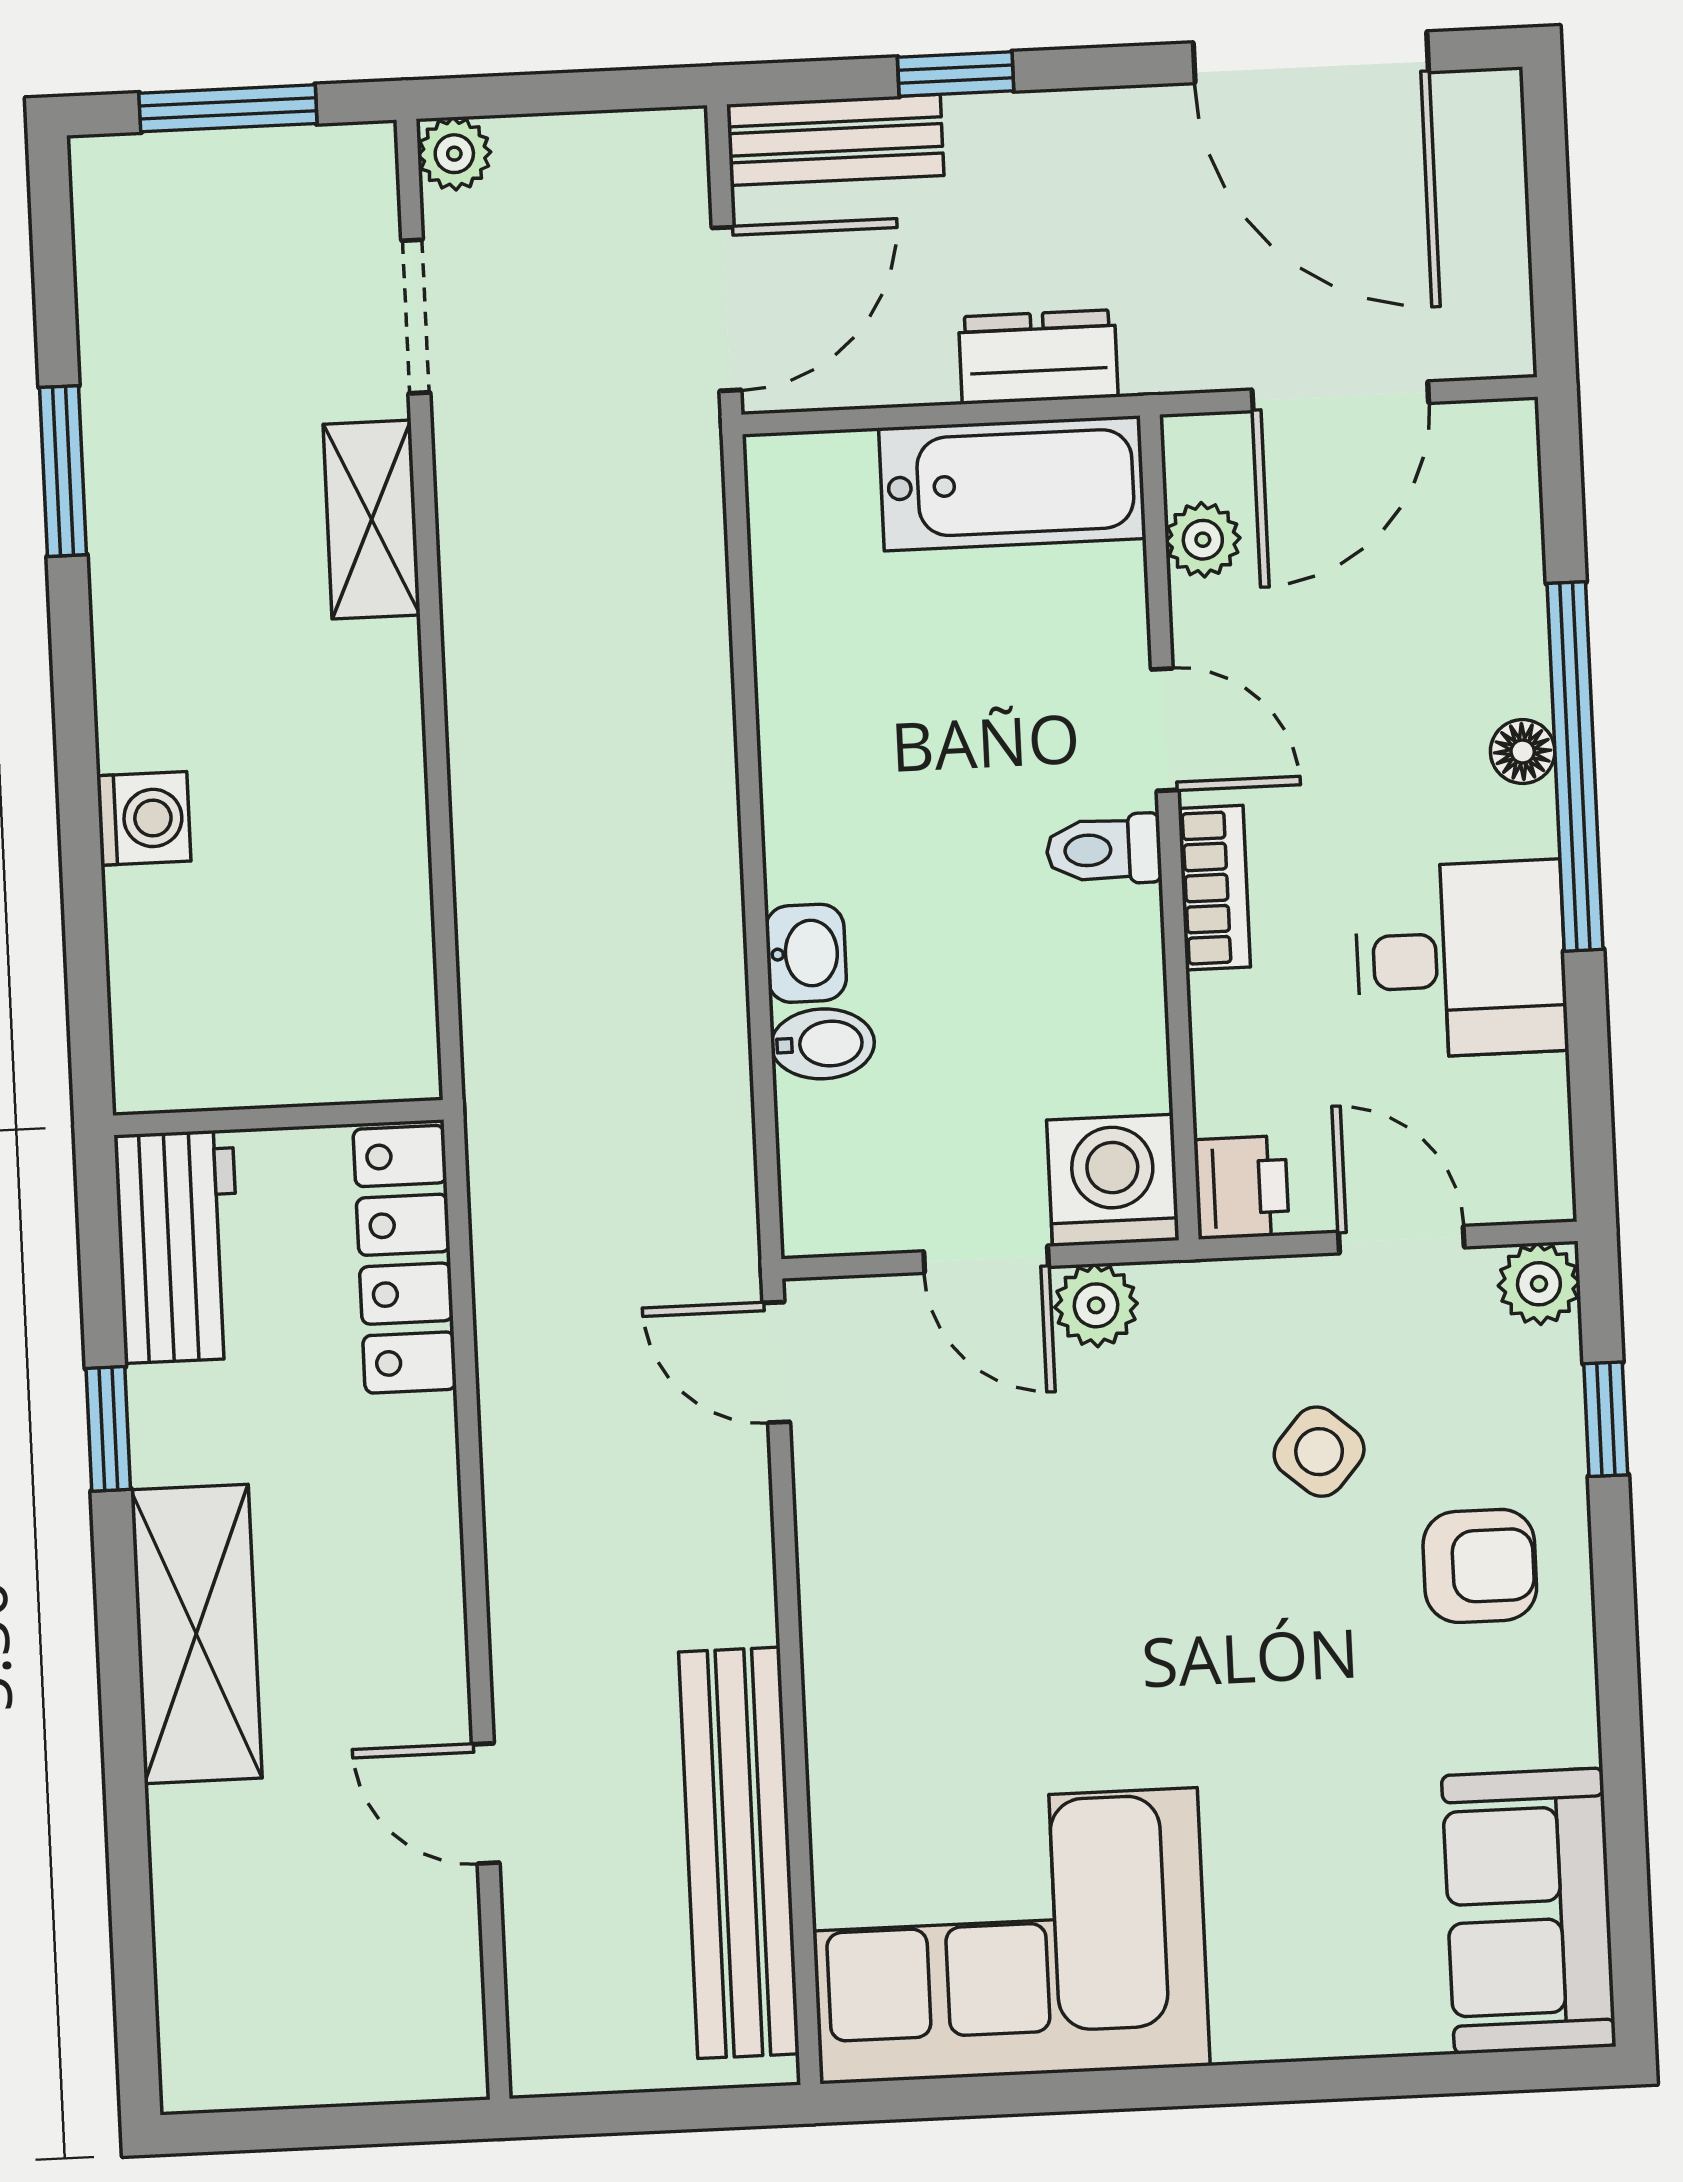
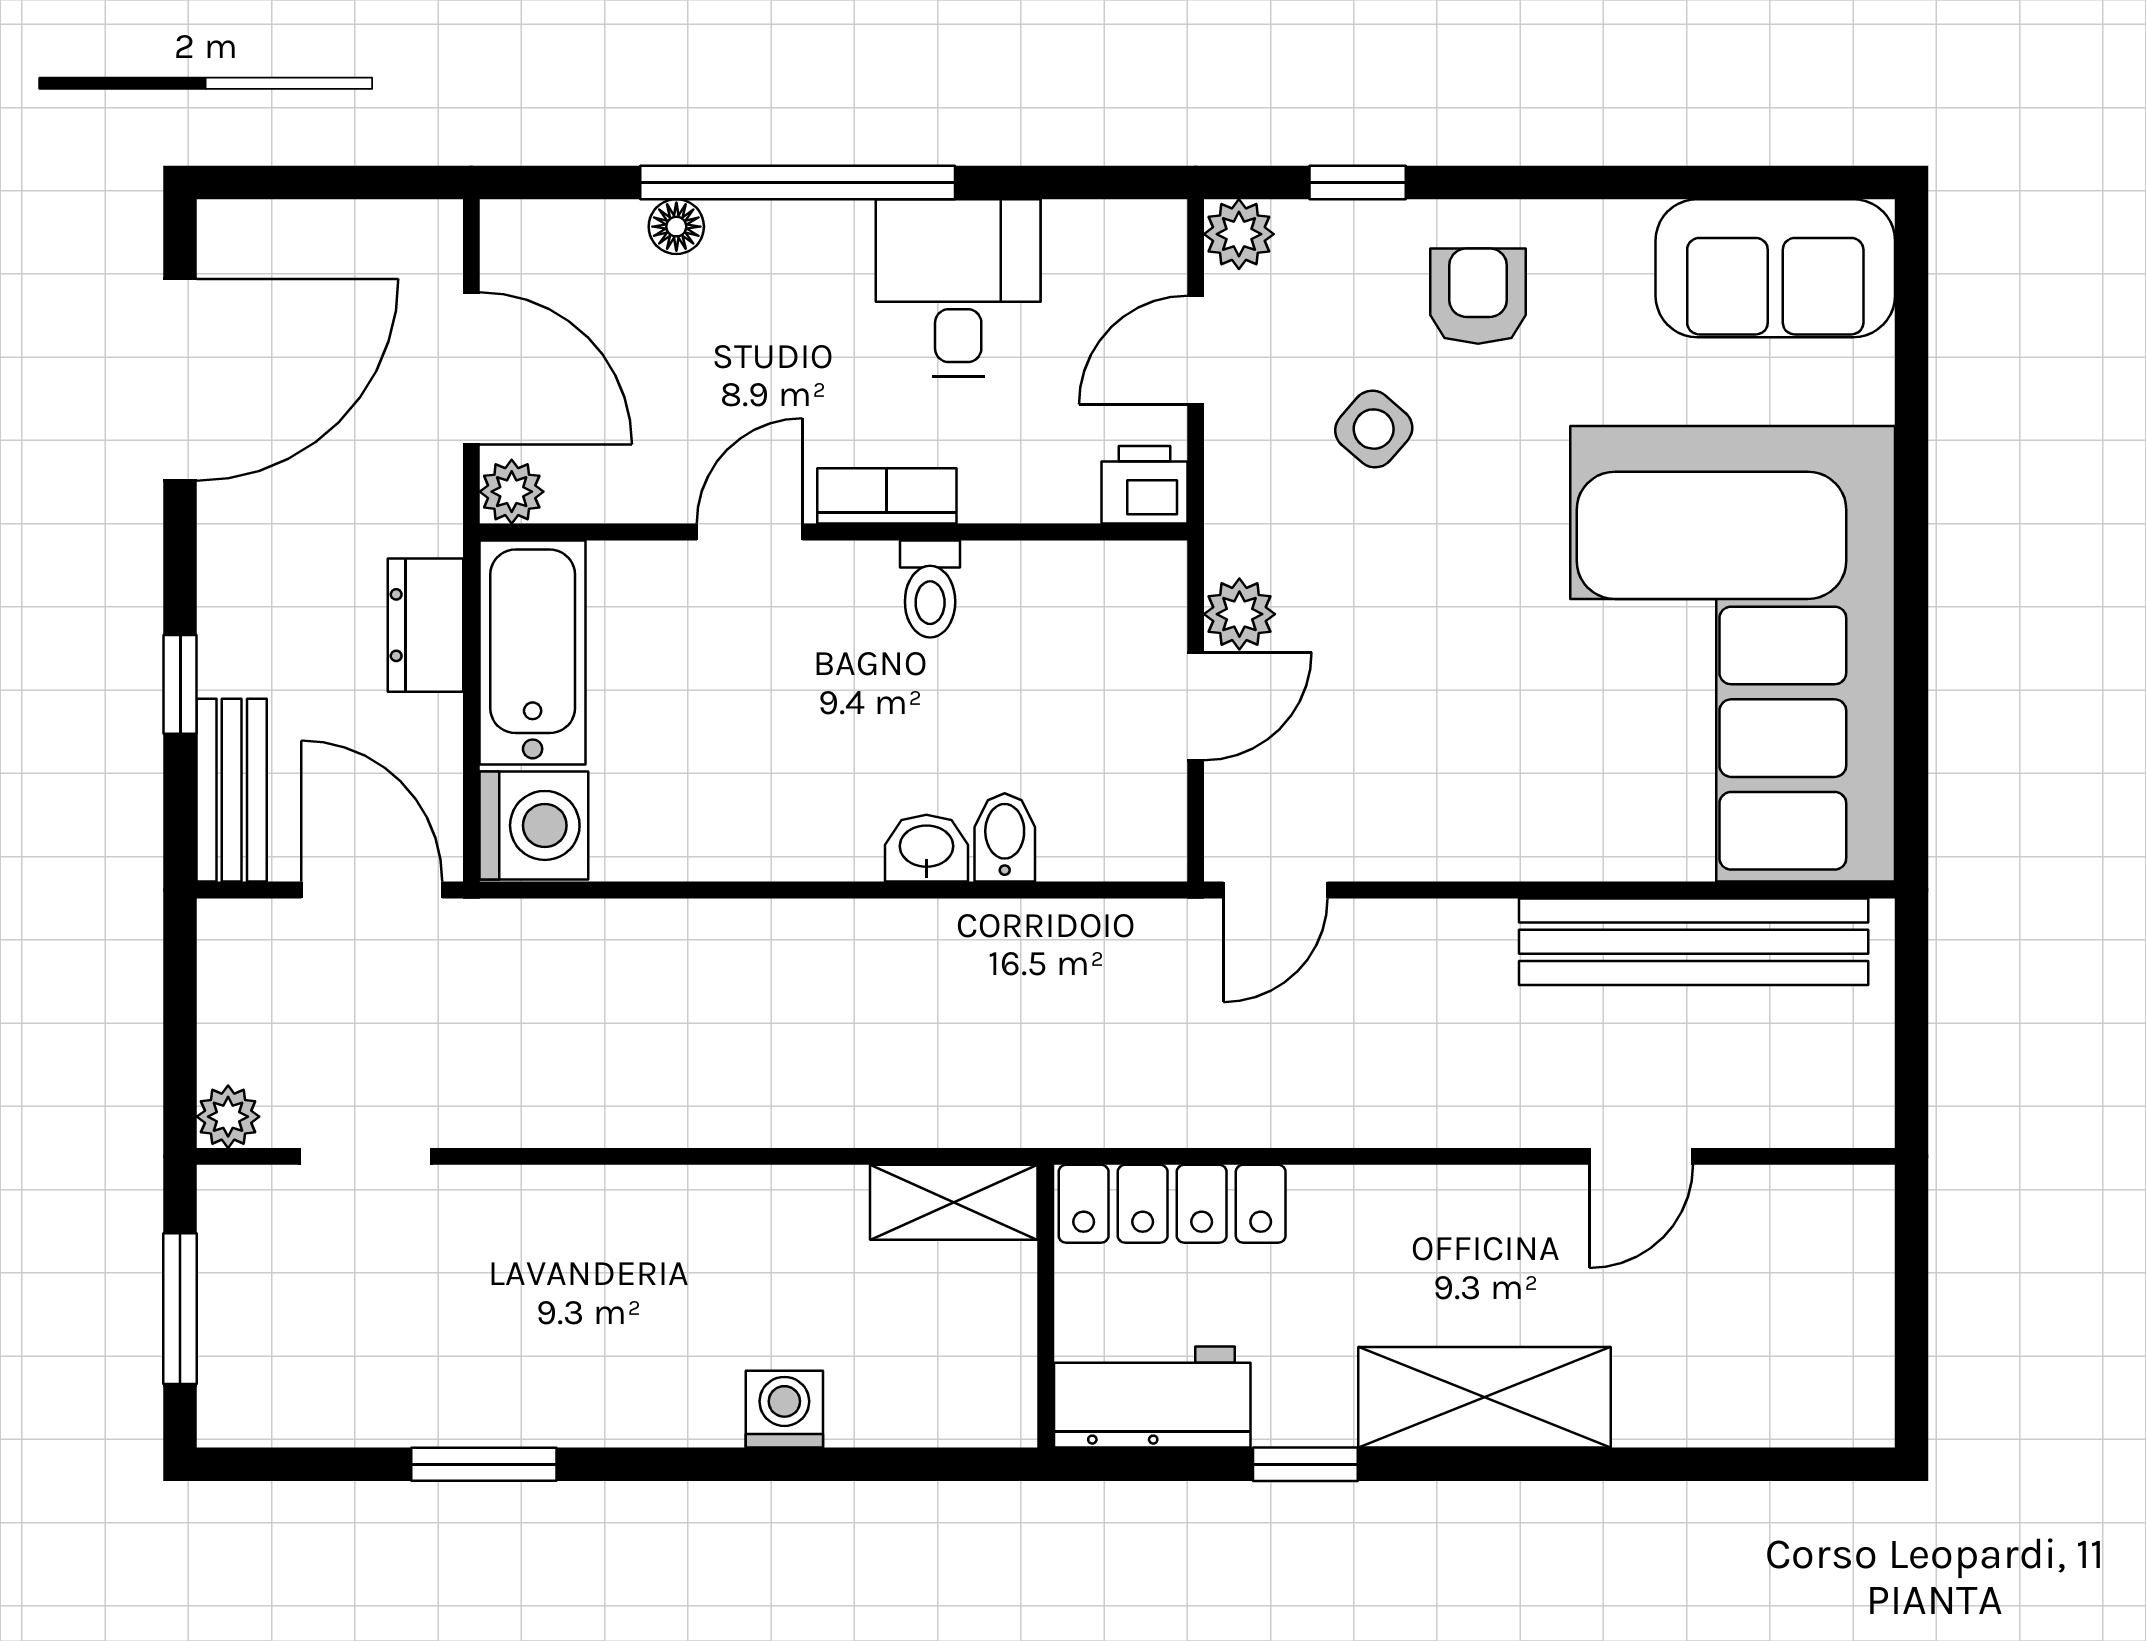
shelving: (372, 520) -> (954, 1202), moved
plant: (1203, 540) -> (512, 492), moved
floor lamp: (1523, 752) -> (676, 227), moved
toilet: (1104, 850) -> (930, 589), moved
washing machine: (1113, 1180) -> (534, 825), moved, turned 180
corner sofa: (1009, 1936) -> (1733, 654), width x1.36, depth x1.36

